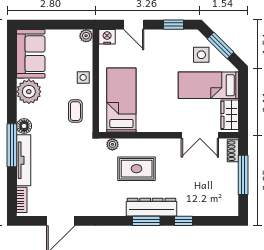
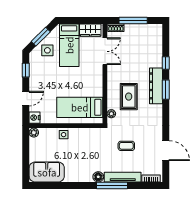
plant: (29, 92) -> (74, 173), removed
coffee table: (75, 111) -> (126, 146), moved

